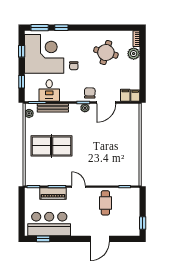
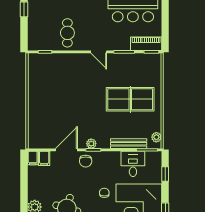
piano: (53, 194) -> (146, 44), moved

